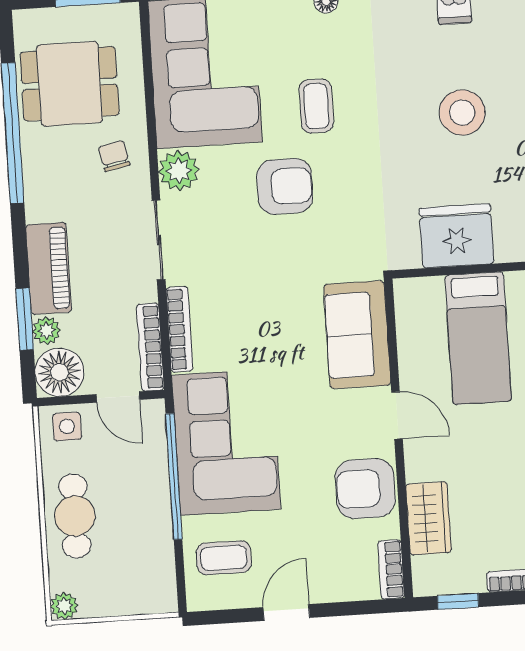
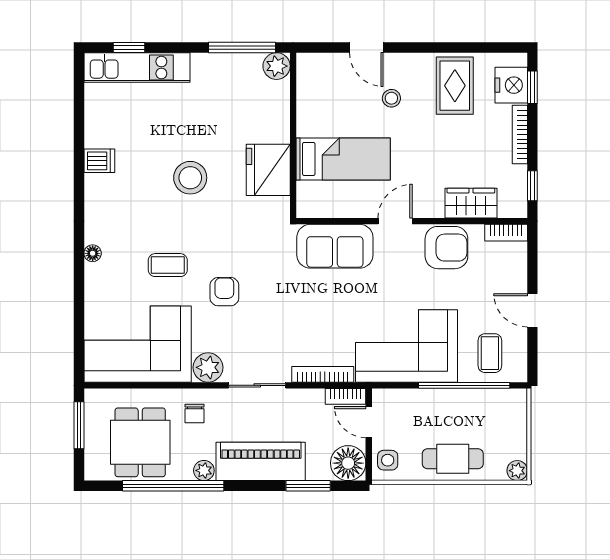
stool: (462, 112) -> (190, 178), moved
chair: (114, 156) -> (194, 413), turned -78
armchair: (285, 186) -> (224, 292), width x0.72, depth x0.72
piano: (49, 268) -> (261, 461), width x1.37, depth x1.33
plant: (47, 331) -> (204, 470), moved
bookcase: (150, 347) -> (346, 396), width x0.64
door: (118, 397) -> (369, 422), swing flipped
window: (174, 477) -> (464, 385), moved
armchair: (365, 488) -> (446, 248), turned -90

